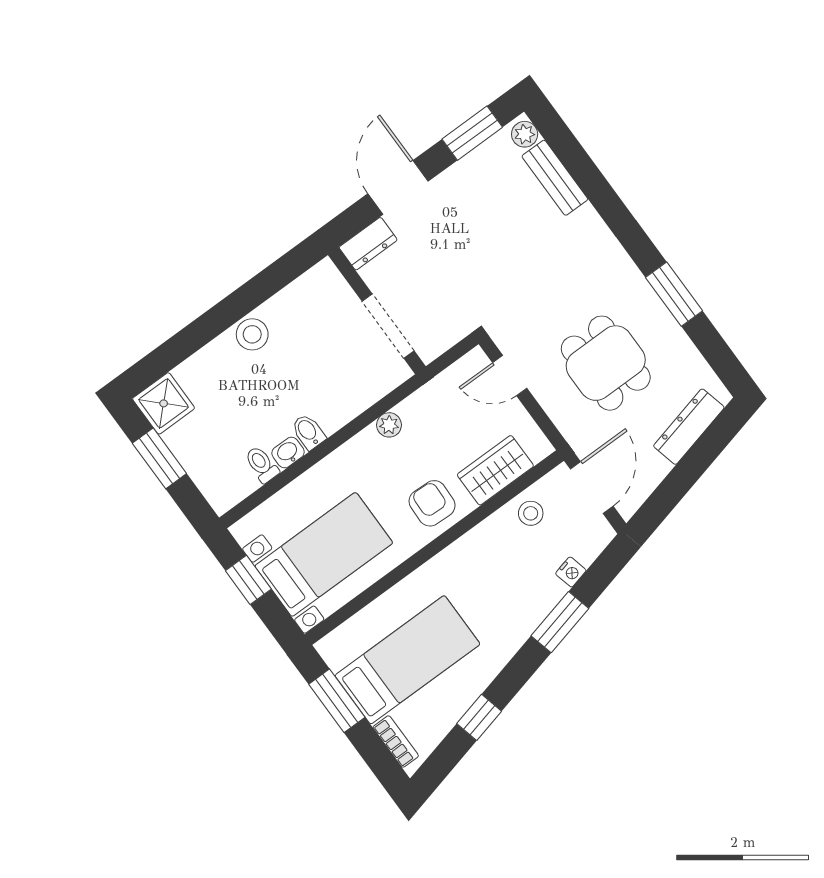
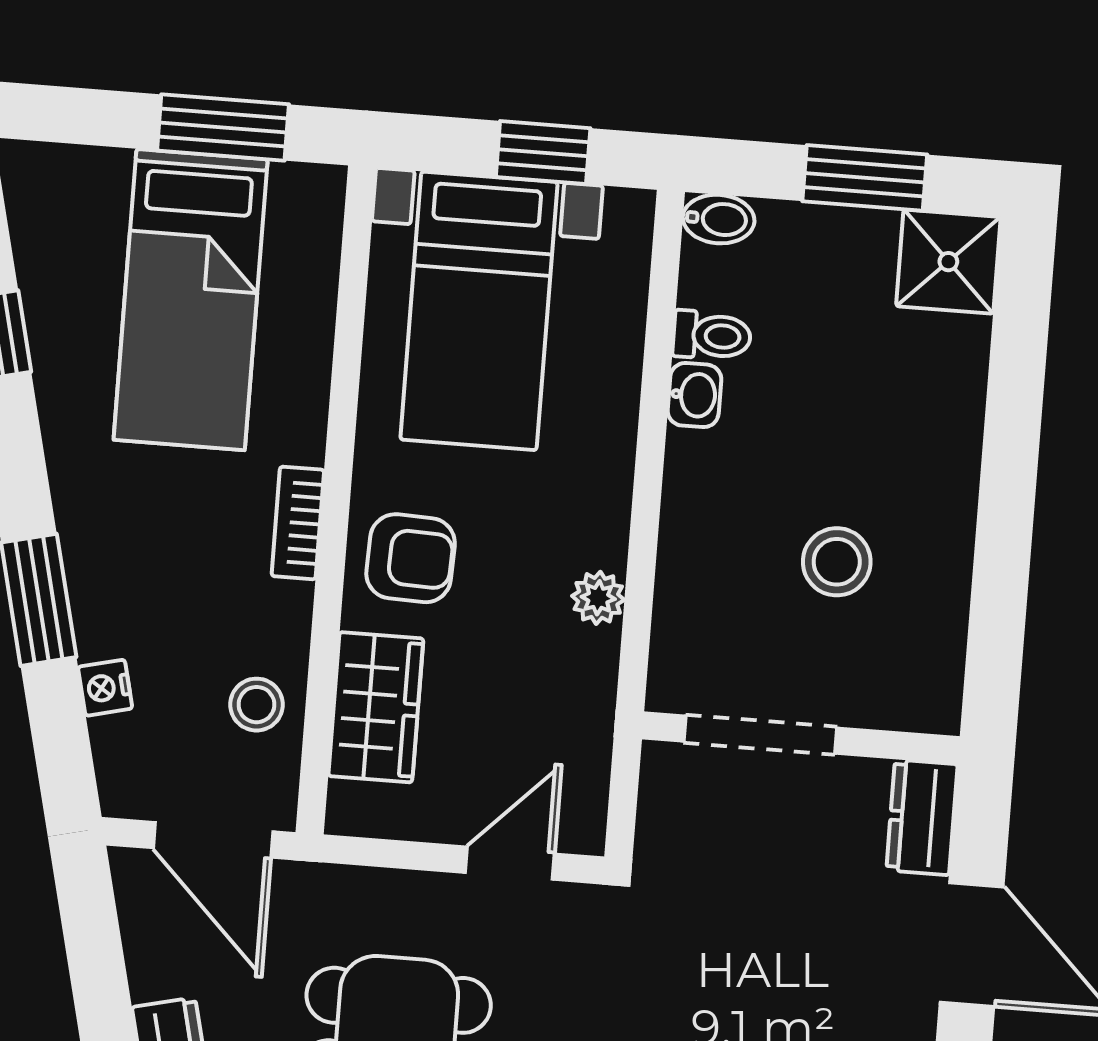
stool: (252, 334) -> (837, 562), moved
bidet: (308, 432) -> (719, 219), moved
bookcase: (396, 742) -> (298, 523), moved, turned 90

